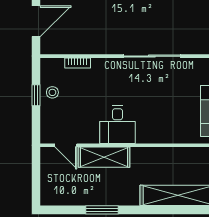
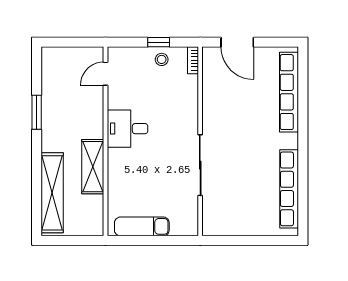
bookcase: (78, 63) -> (193, 60), moved
shelving: (104, 157) -> (93, 167), moved

